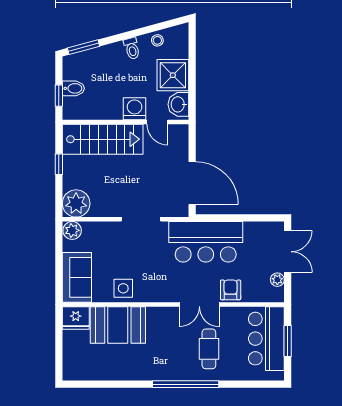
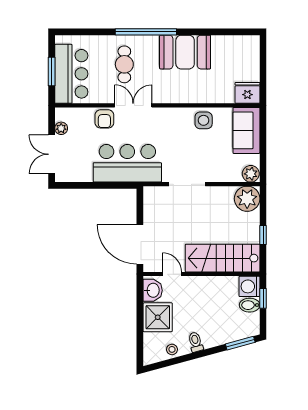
washing machine: (135, 109) -> (249, 286), moved, turned 90
door: (192, 183) -> (140, 244), moved
booth: (118, 325) -> (185, 52), moved

